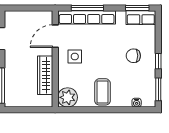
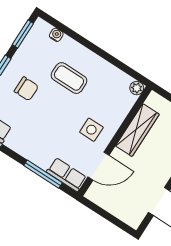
row of seats: (87, 17) -> (66, 175), width x0.50
coffee table: (102, 92) -> (69, 78), moved, turned 90
plant: (68, 97) -> (137, 88), width x0.53, depth x0.53

